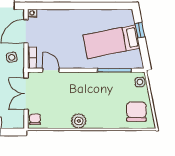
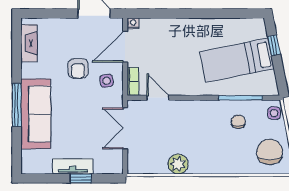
chair: (35, 119) -> (238, 122), moved
plant: (79, 121) -> (178, 164), moved

